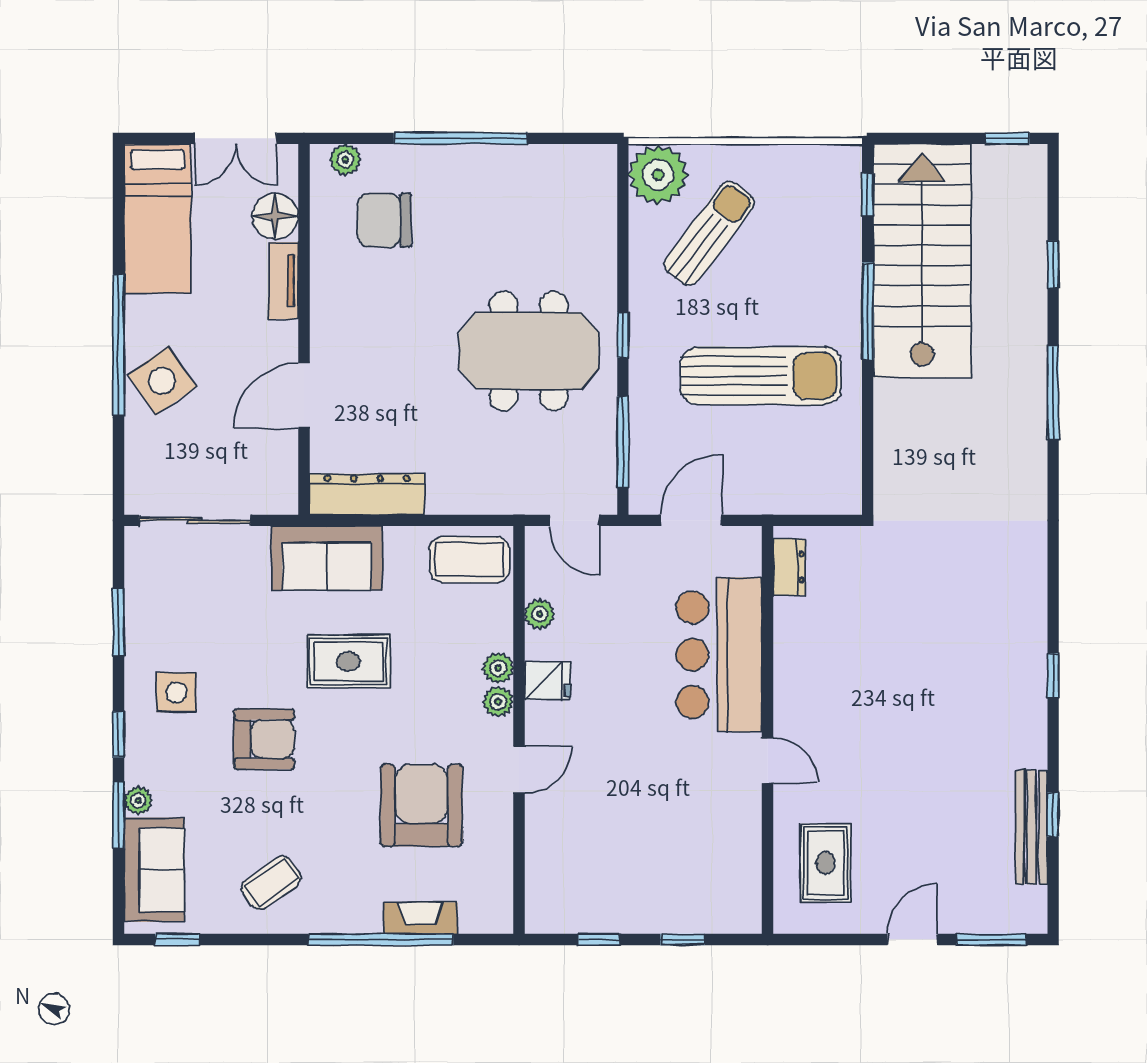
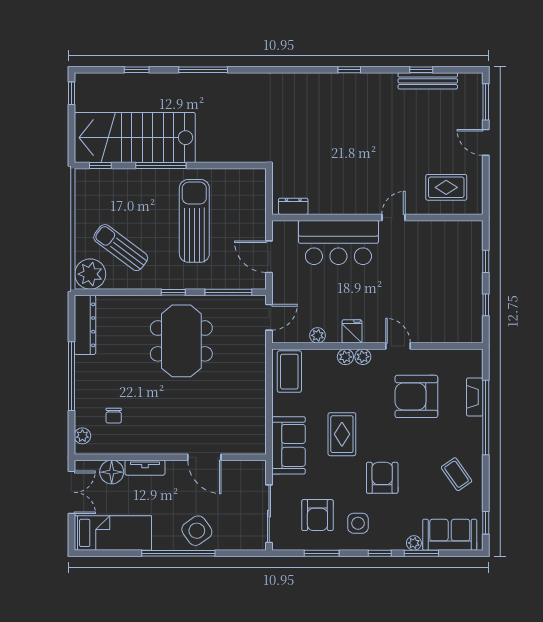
chair: (384, 220) -> (114, 416), width x0.54, depth x0.54
dresser: (367, 494) -> (85, 325), moved, turned 180
armchair: (192, 614) -> (317, 515), added

